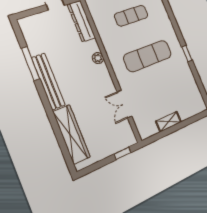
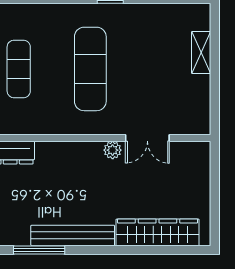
plant: (98, 58) -> (113, 150), moved
shelving: (168, 122) -> (201, 53), moved
window: (122, 153) -> (215, 171), removed

